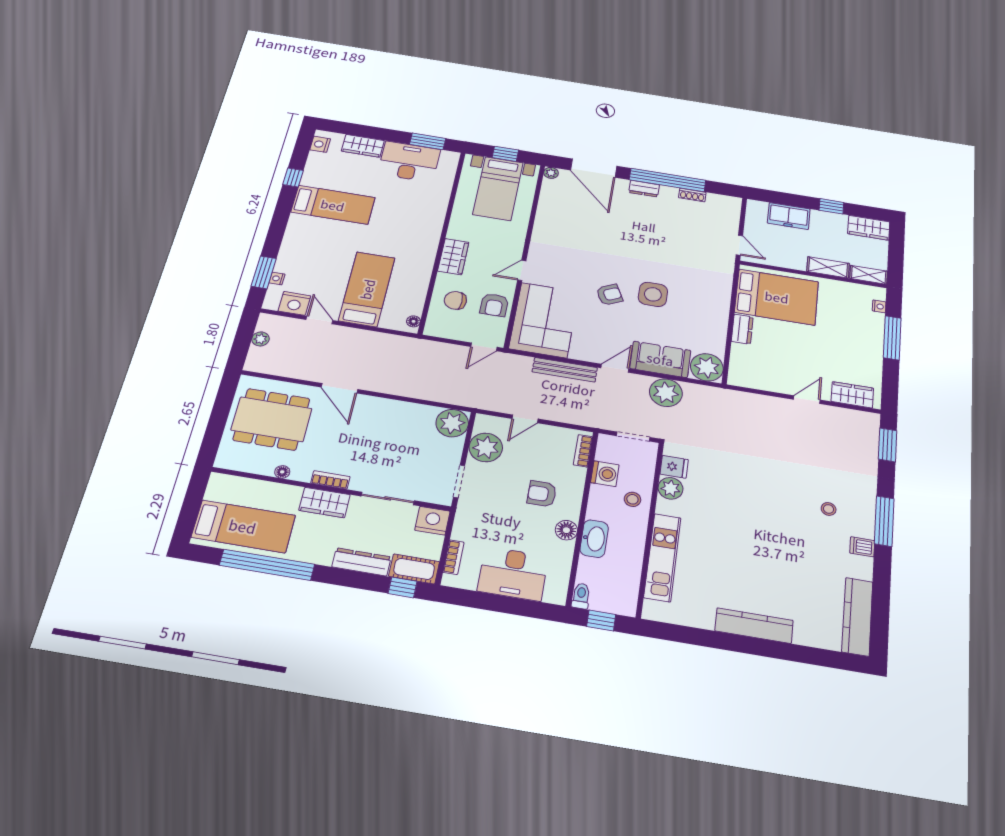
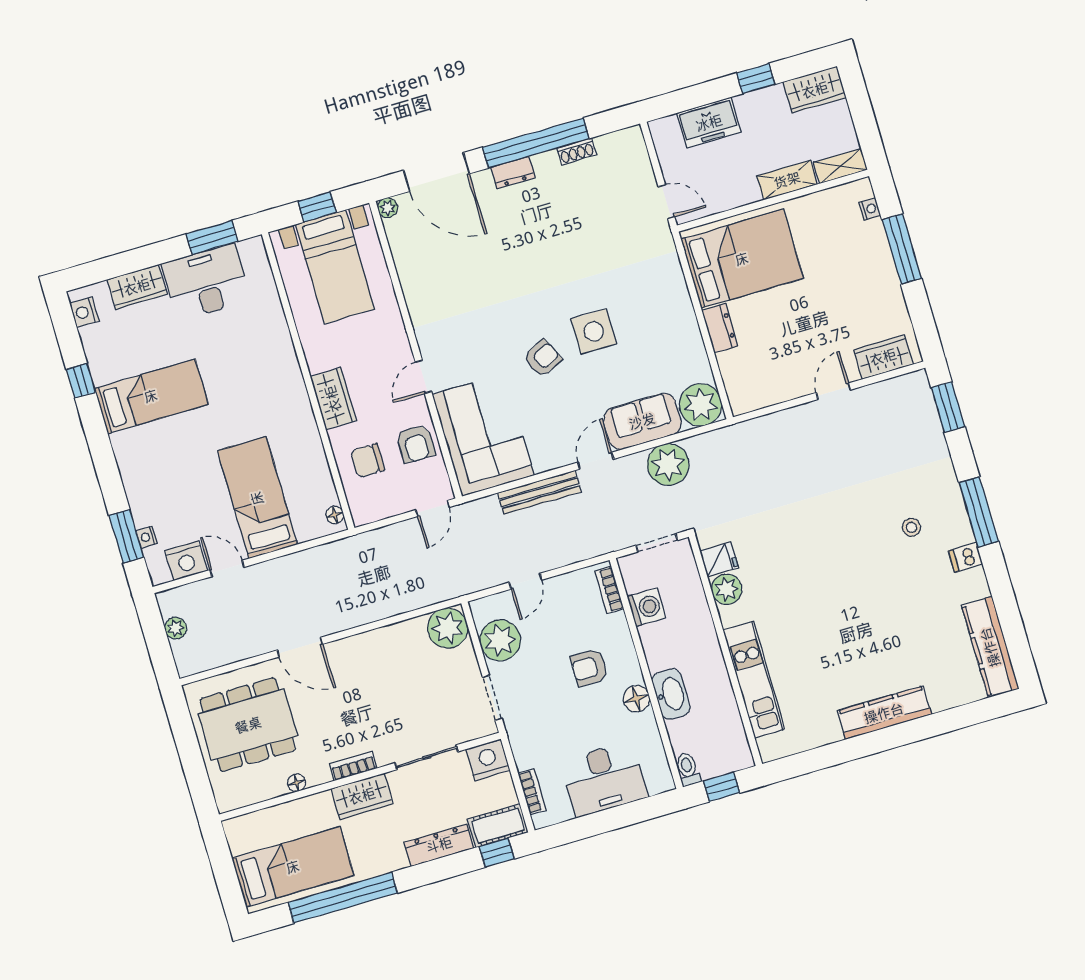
stool: (632, 499) -> (691, 624), removed

